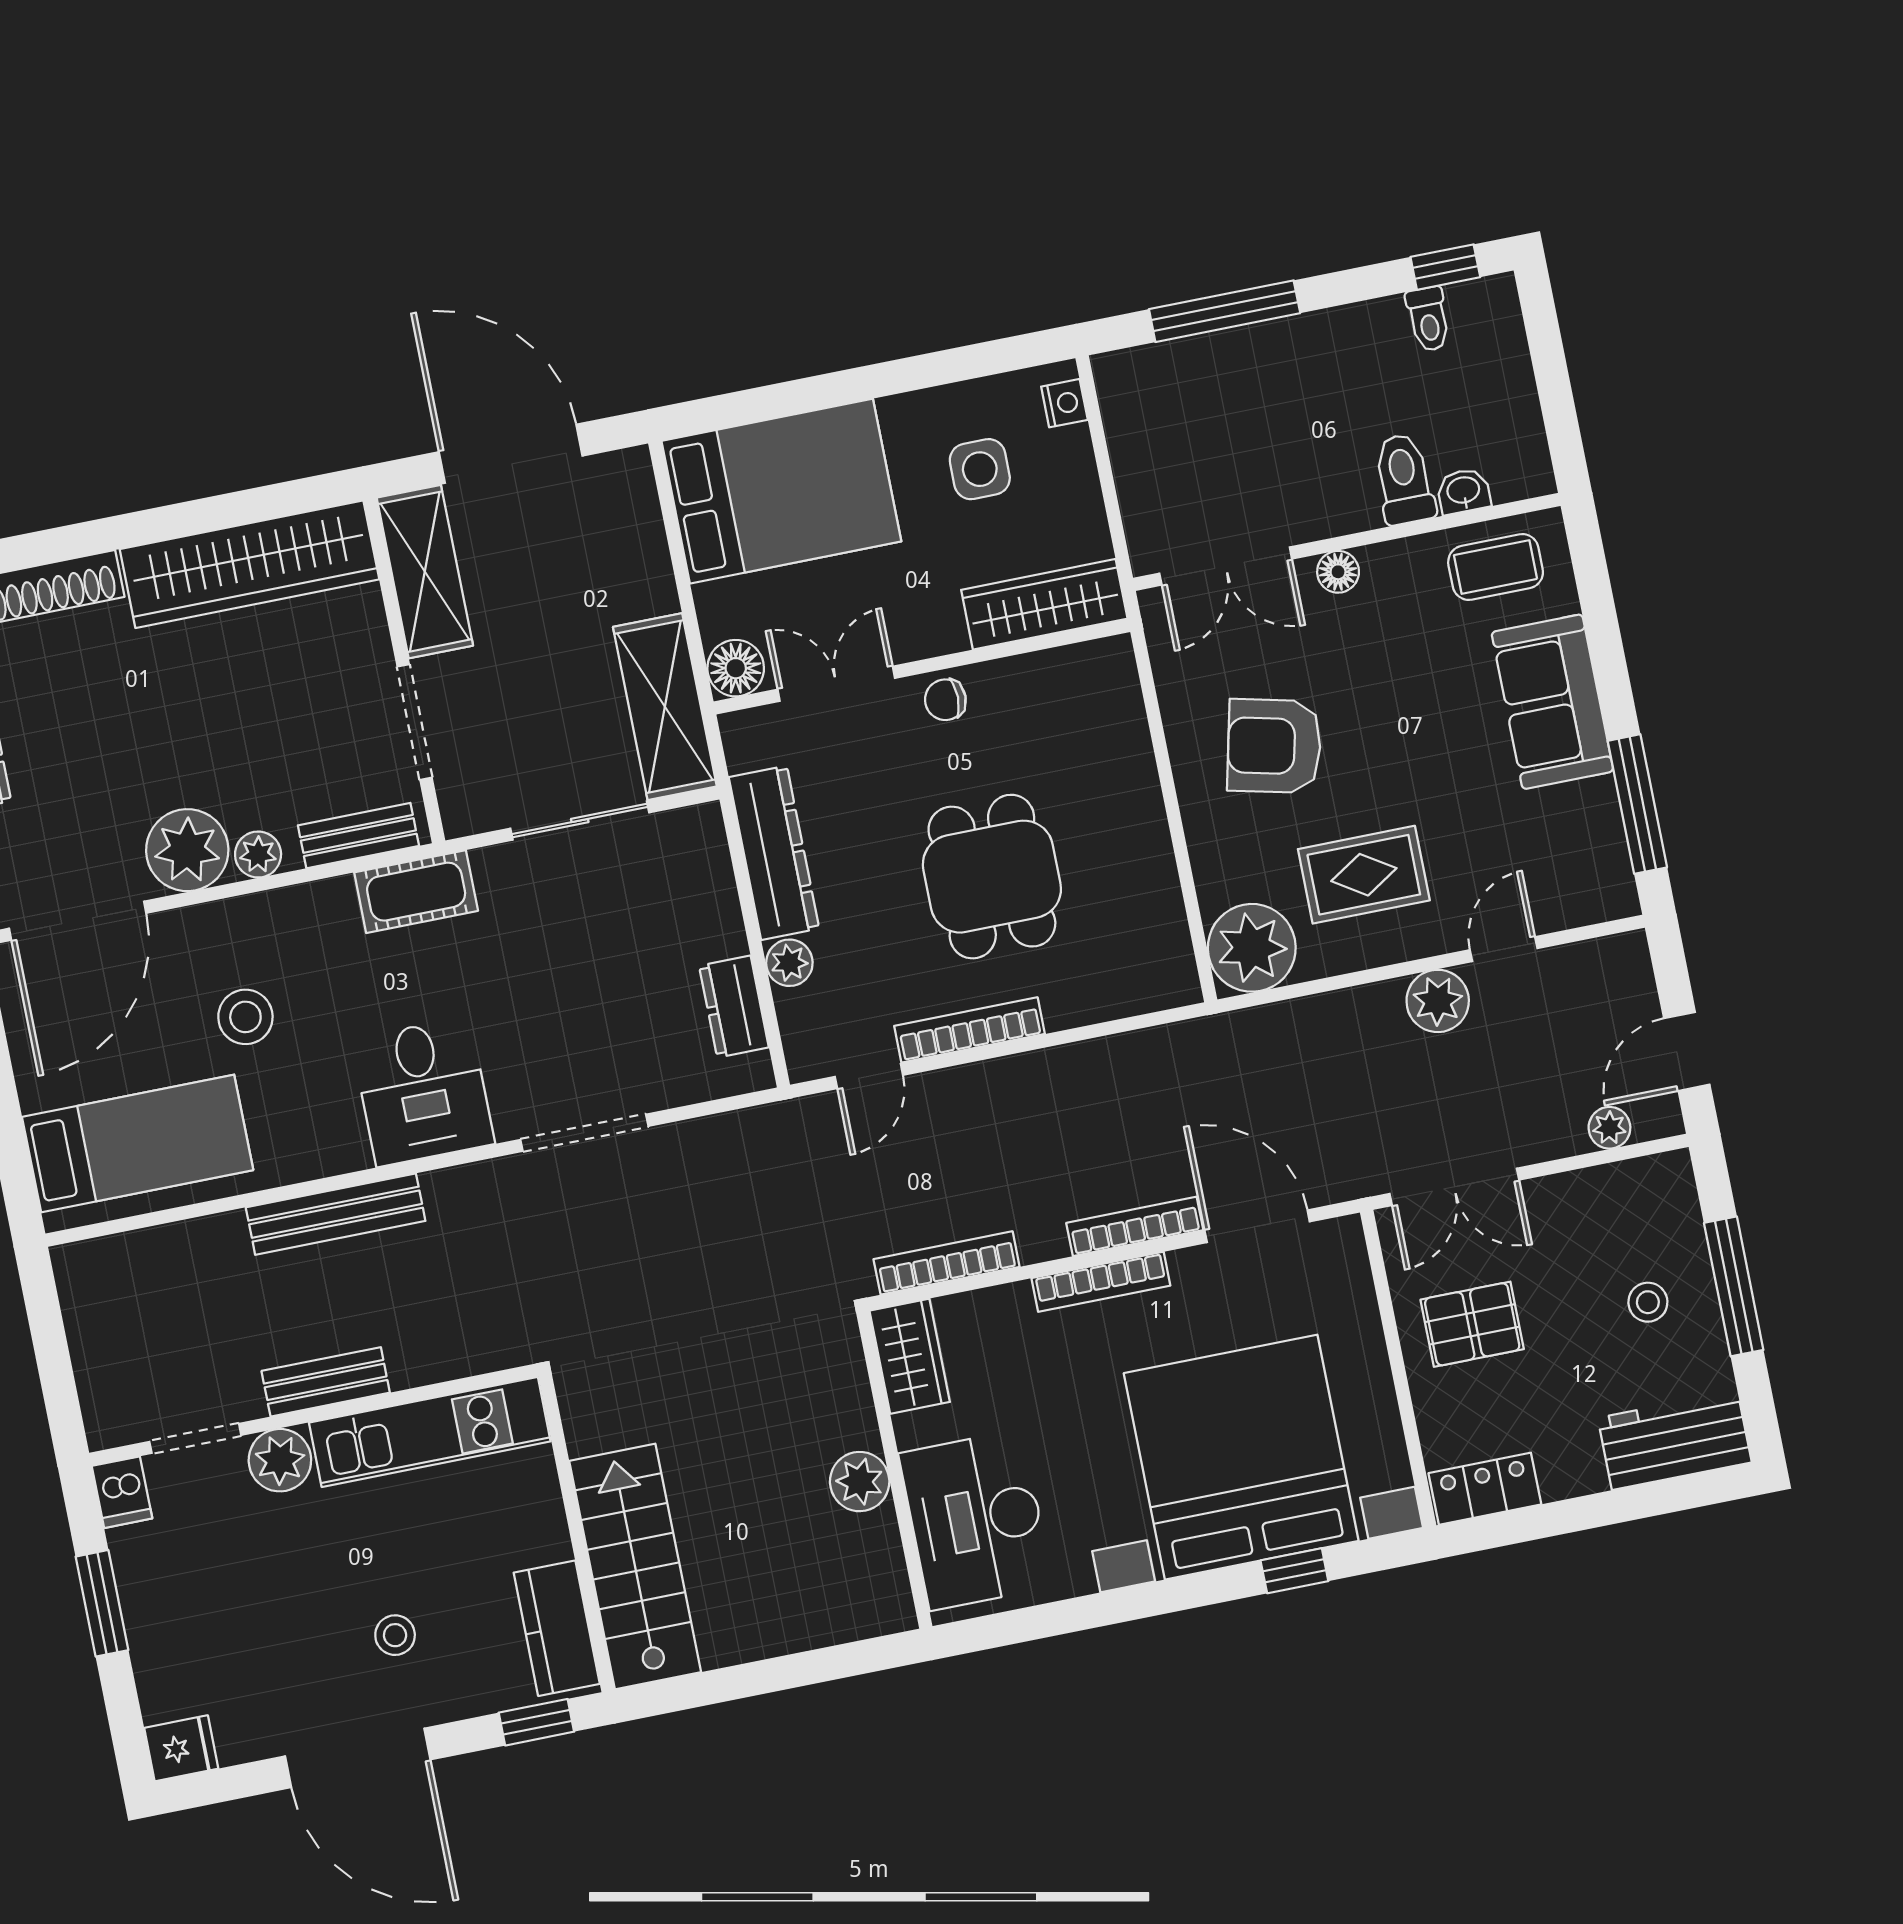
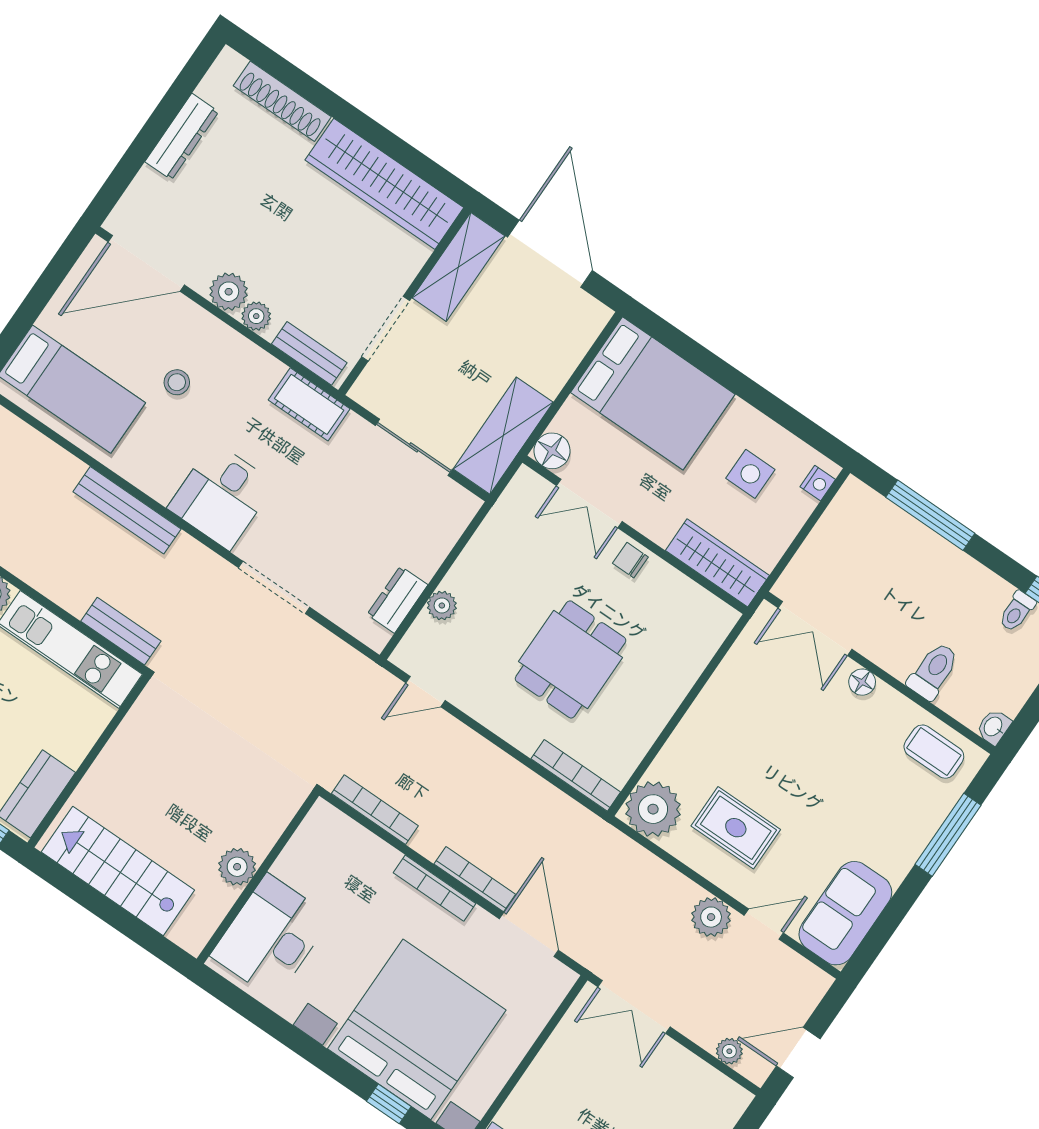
washbasin: (1464, 491) -> (994, 727), moved, turned -90
double door: (836, 684) -> (589, 503), swing flipped
sofa: (1552, 702) -> (845, 913), moved
armchair: (1274, 746) -> (755, 730), removed
window: (1637, 804) -> (948, 835), moved
plant: (187, 850) -> (229, 292), width x0.73, depth x0.73
dresser: (774, 853) -> (485, 550), removed
stool: (245, 1017) -> (177, 382), width x0.73, depth x0.73
bookcase: (969, 1030) -> (576, 775), moved
pallet: (1472, 1324) -> (579, 1076), removed
wardrobe: (910, 1356) -> (316, 834), removed
bench: (326, 1382) -> (121, 631), moved
stairs: (635, 1566) -> (118, 871), moved, turned -90

